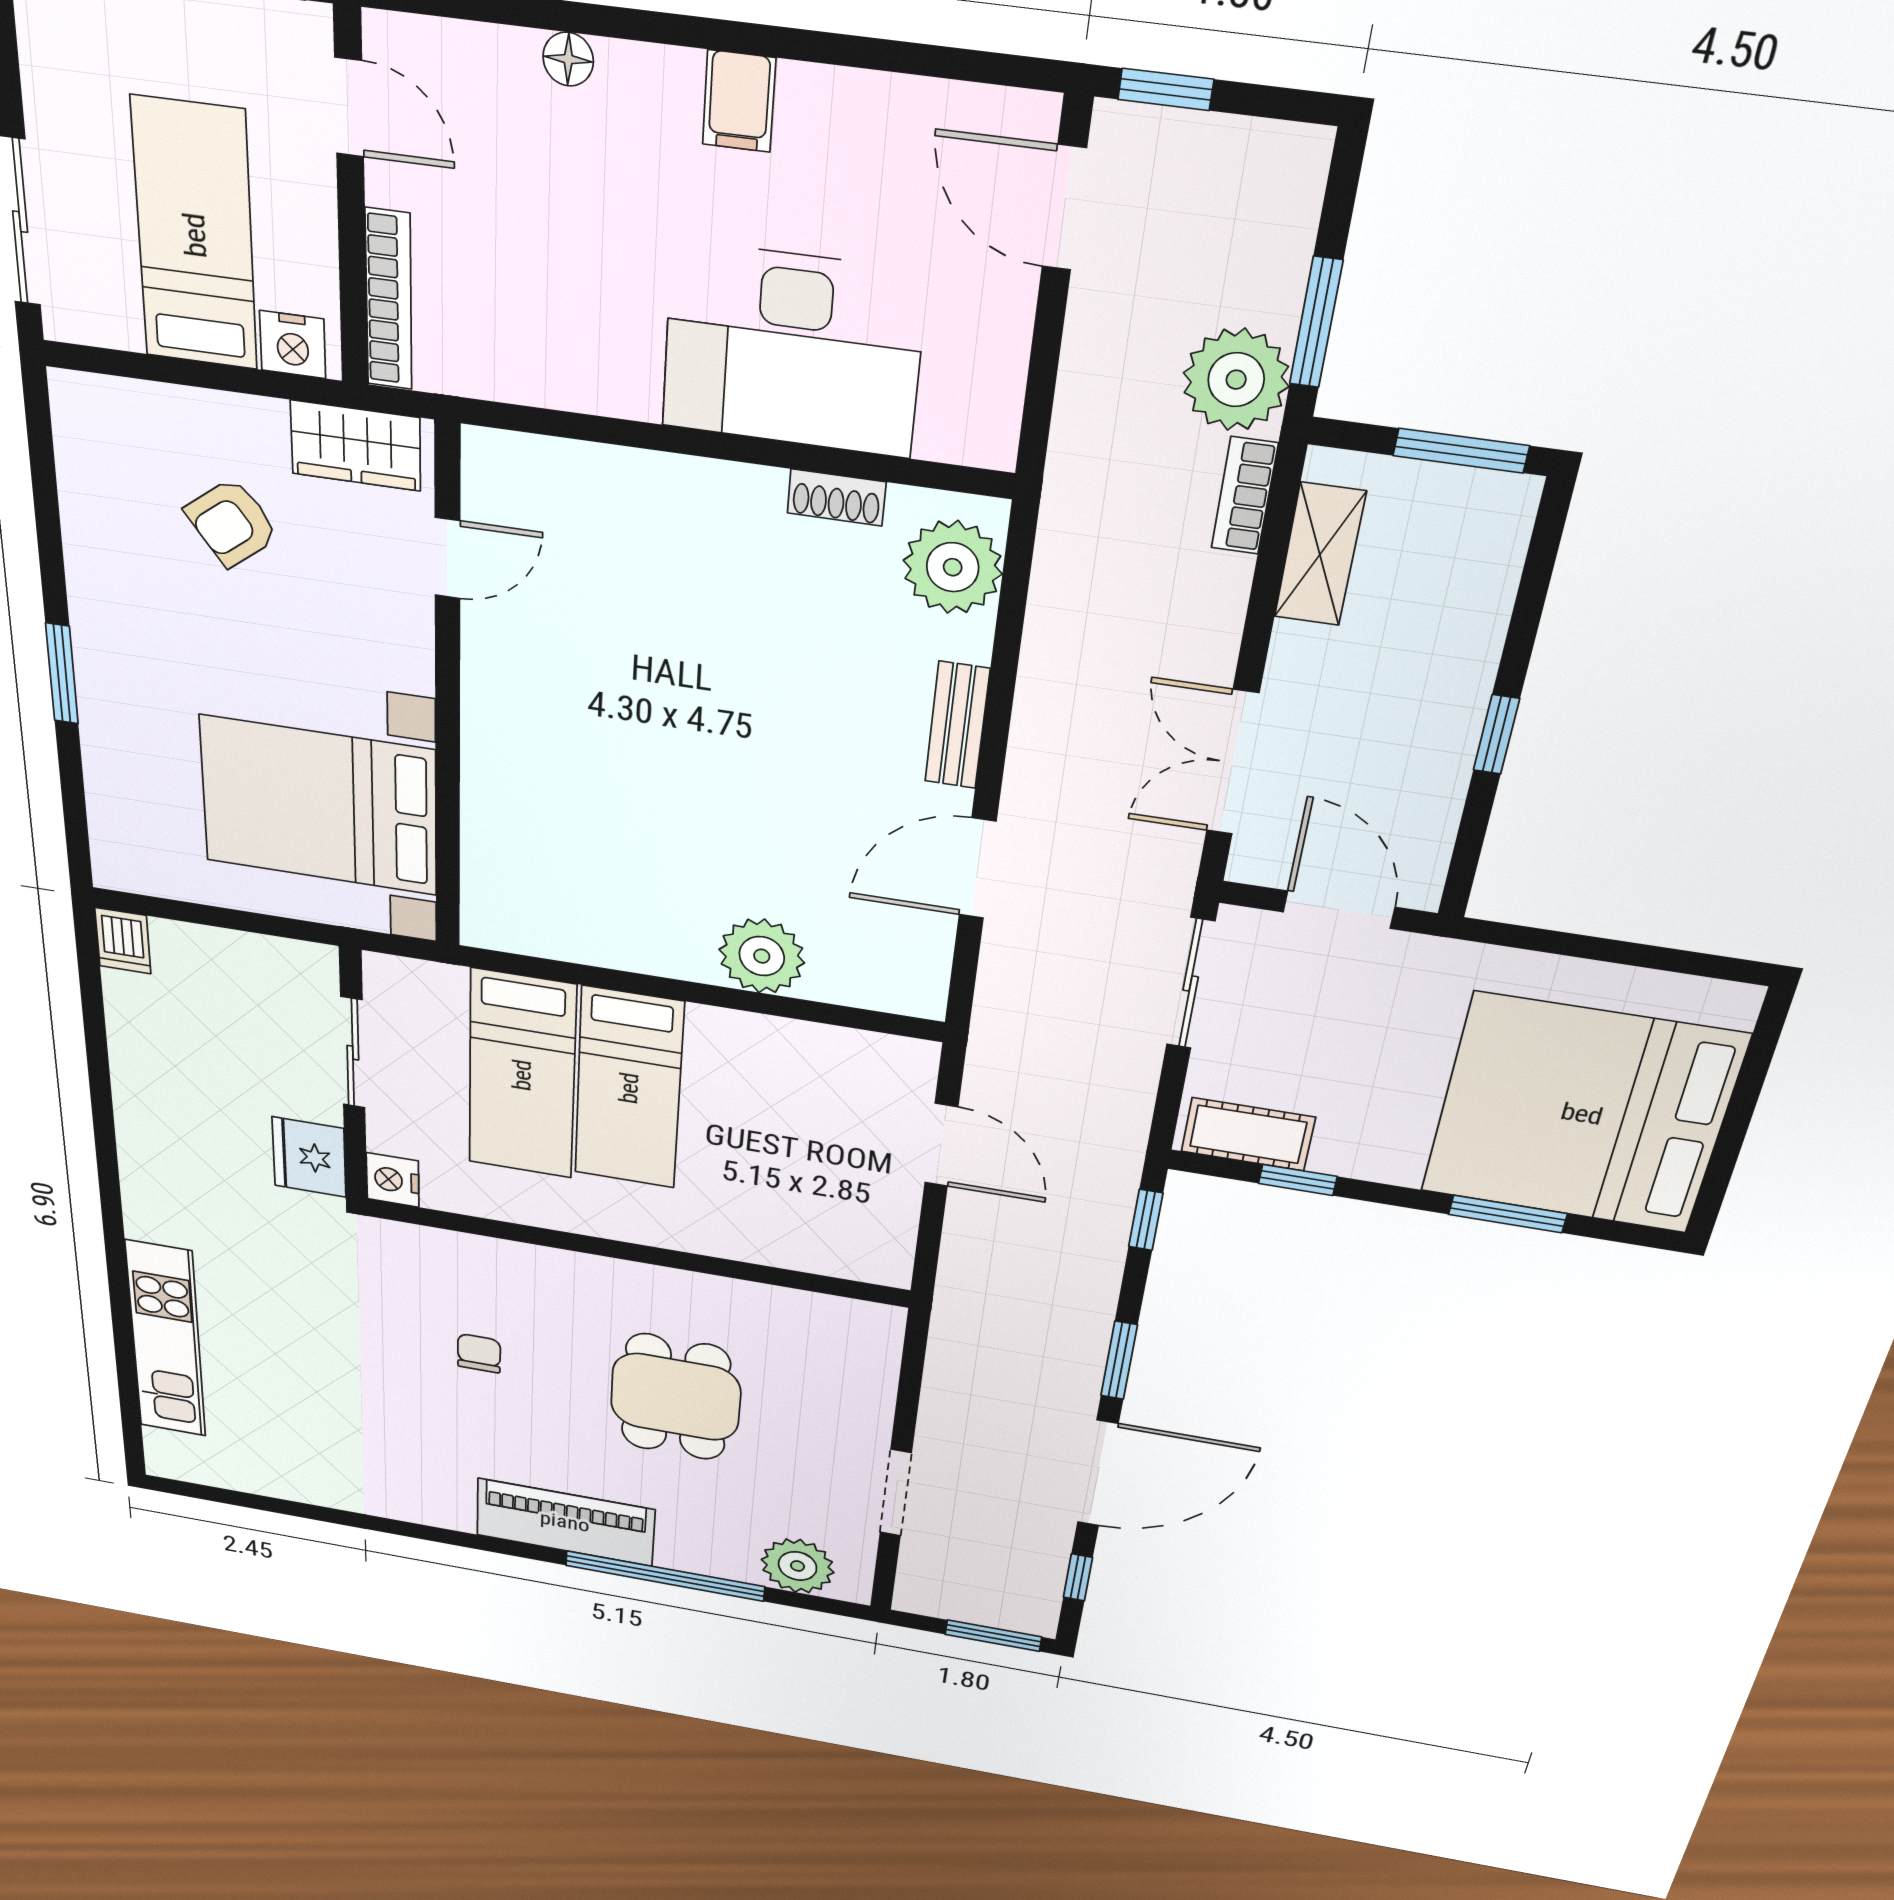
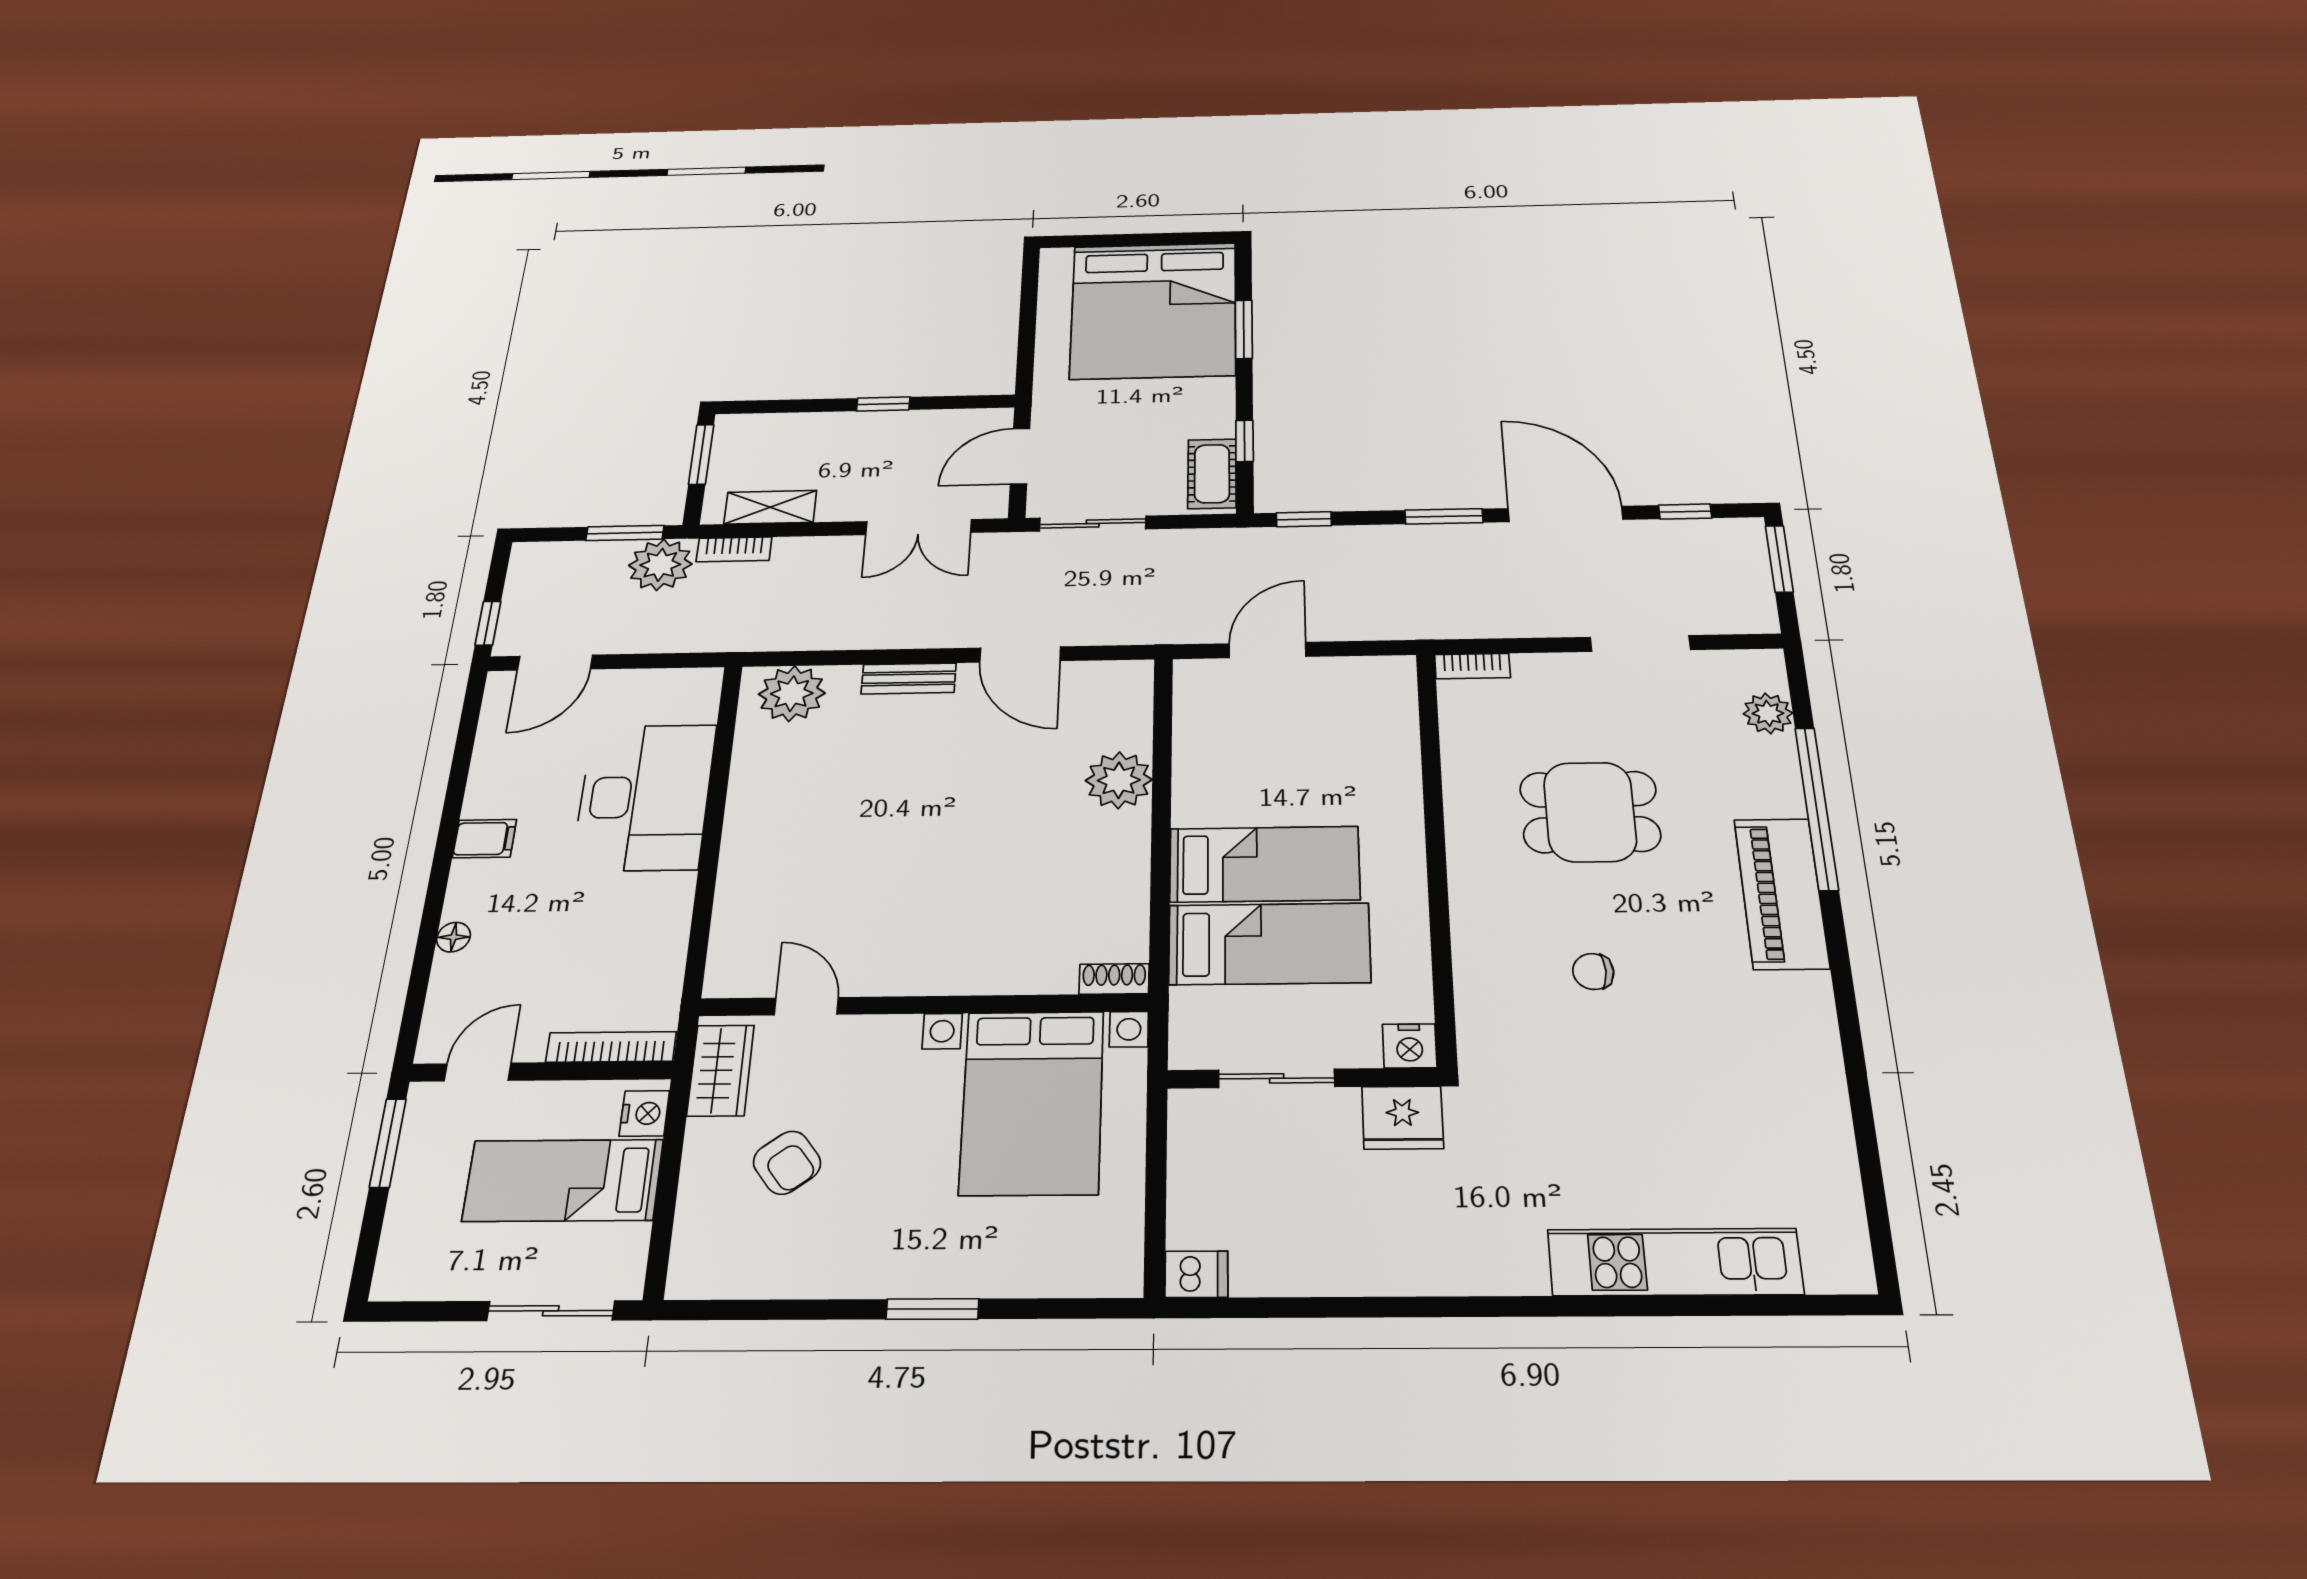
shoe rack: (837, 497) -> (1114, 979), moved, turned -90
bookcase: (886, 1339) -> (1472, 666), added
plant: (798, 1566) -> (1768, 713), width x0.73, depth x0.73

